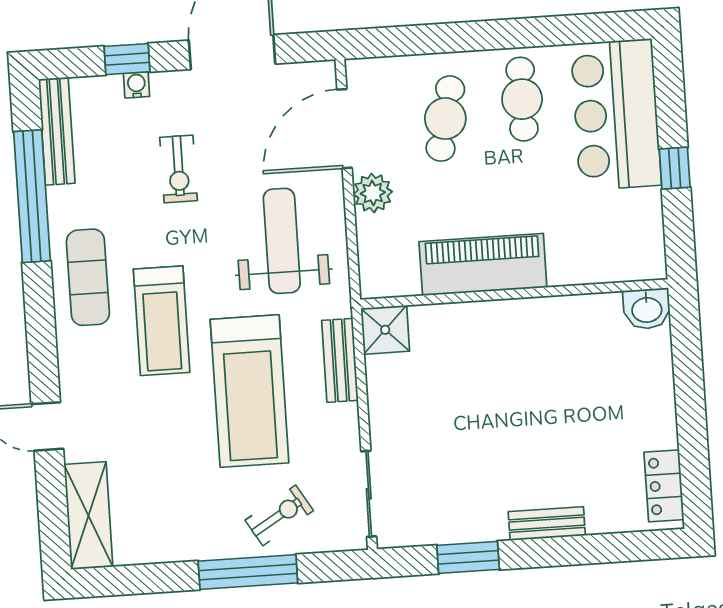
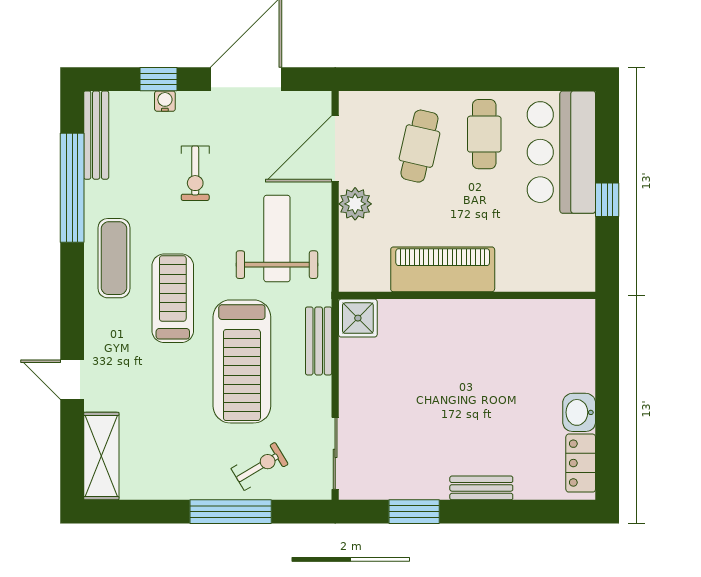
washbasin: (647, 309) -> (579, 412), moved, turned 90
treadmill: (162, 321) -> (173, 298), turned 180

